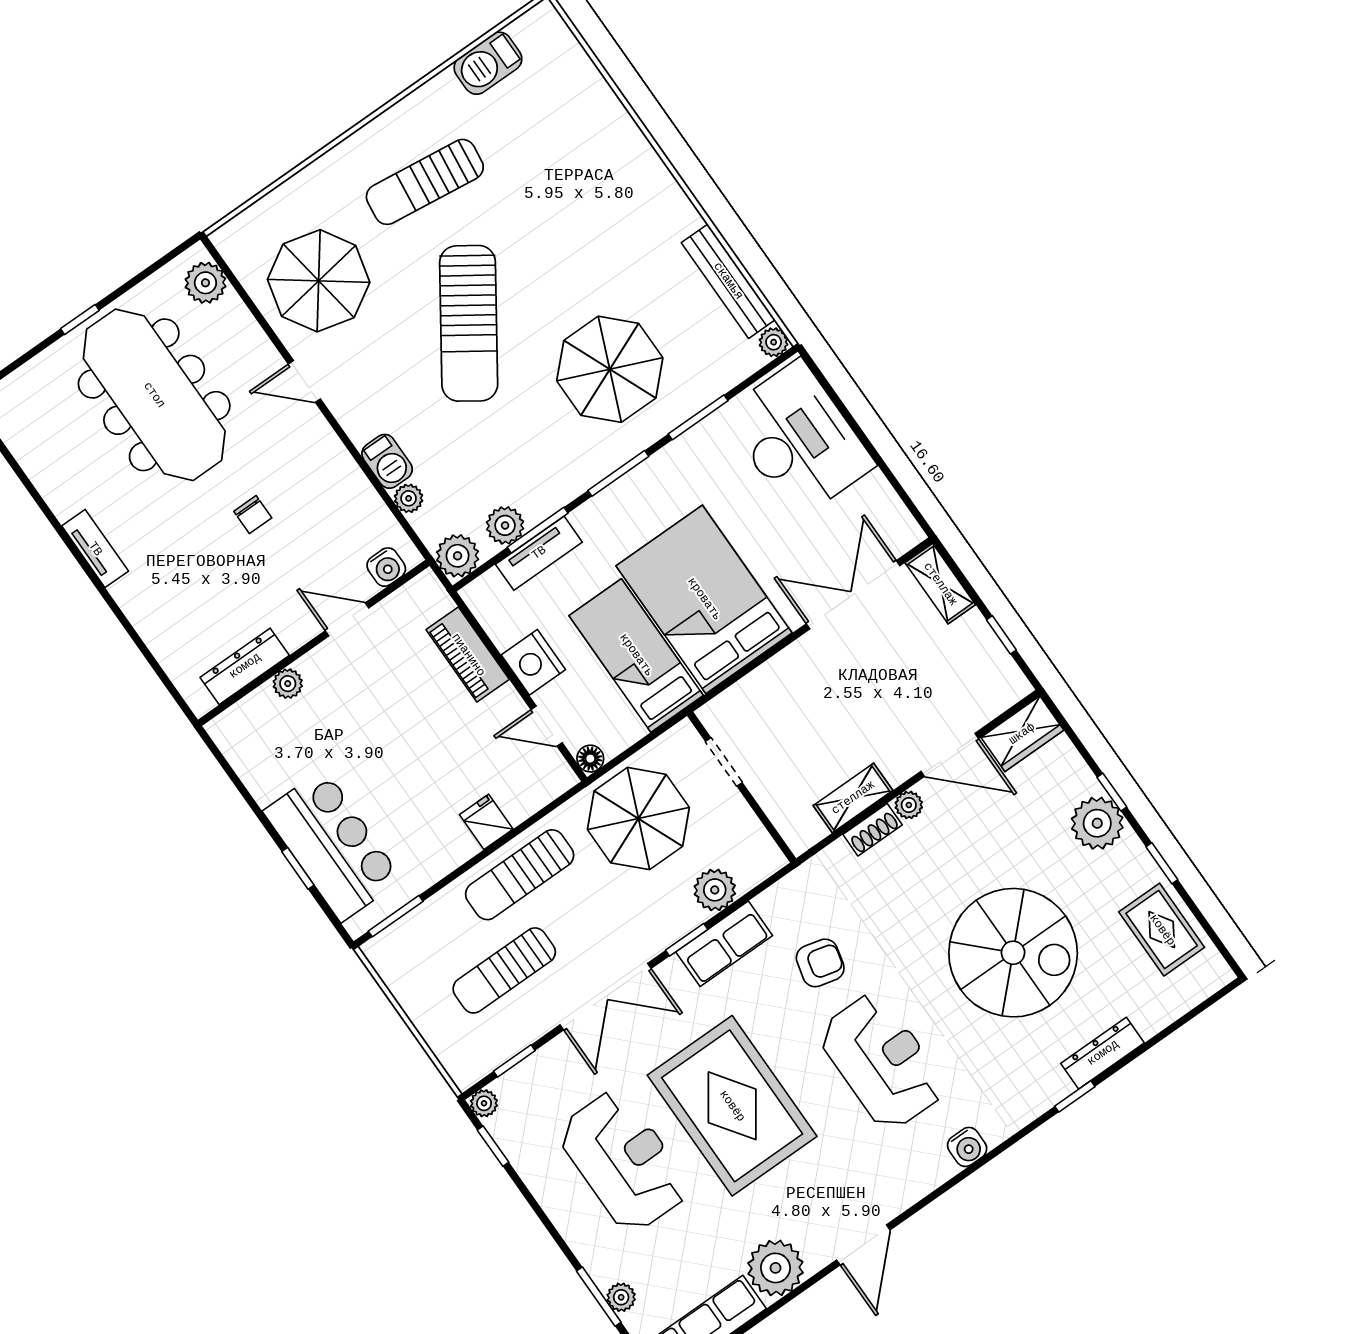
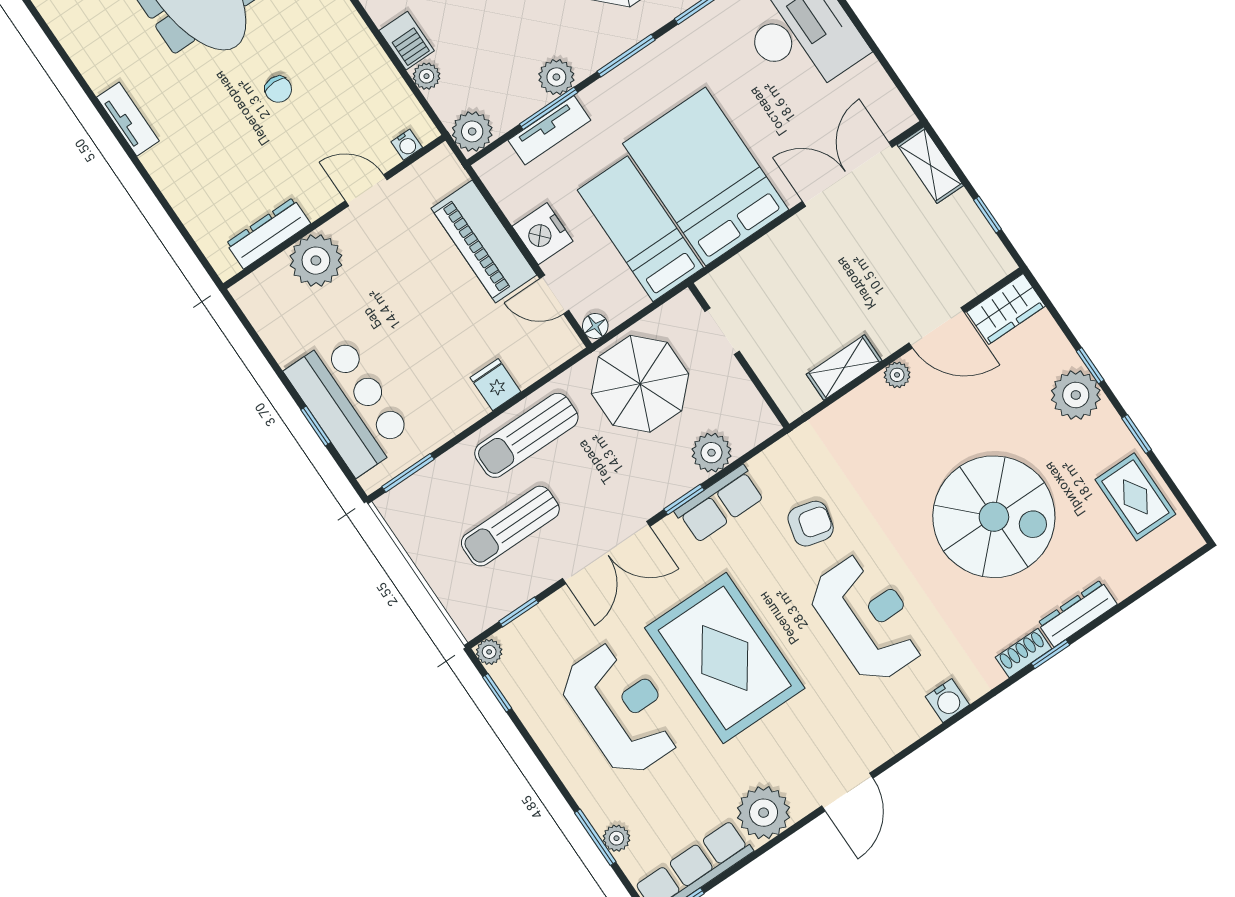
plant: (505, 525) -> (556, 77), moved
water cooler: (386, 567) -> (407, 145), width x0.72, depth x0.72
piano: (468, 655) -> (484, 242), width x1.37, depth x1.33
plant: (288, 684) -> (316, 261), width x1.88, depth x1.88
shoe rack: (873, 830) -> (1024, 653), moved, turned 180

